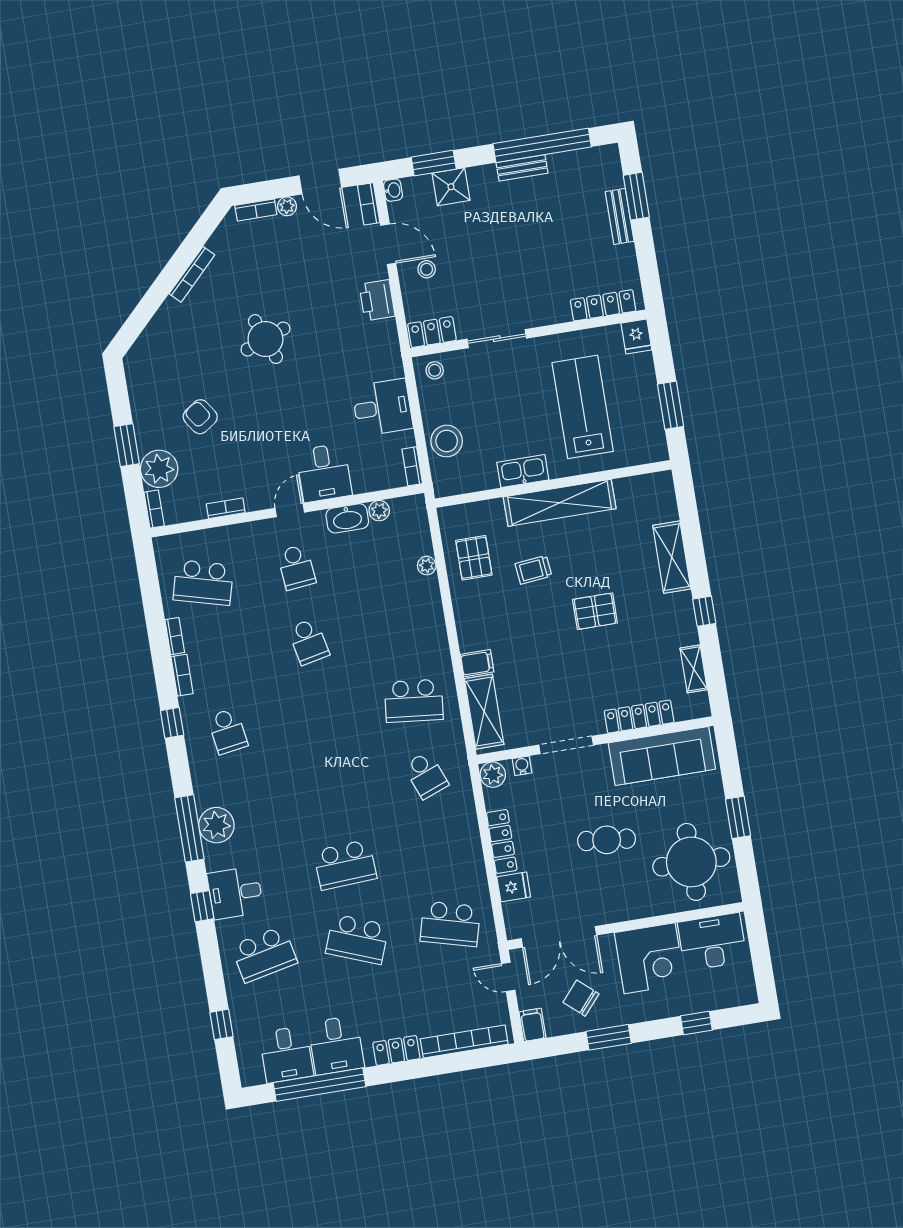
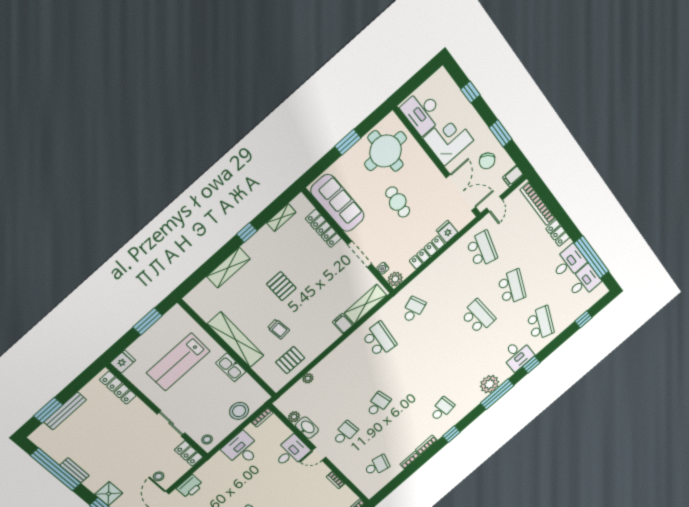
bench: (620, 216) -> (65, 411), width x1.36
school desk: (203, 583) -> (377, 466), width x0.54
school desk: (264, 954) -> (541, 323), turned 33

